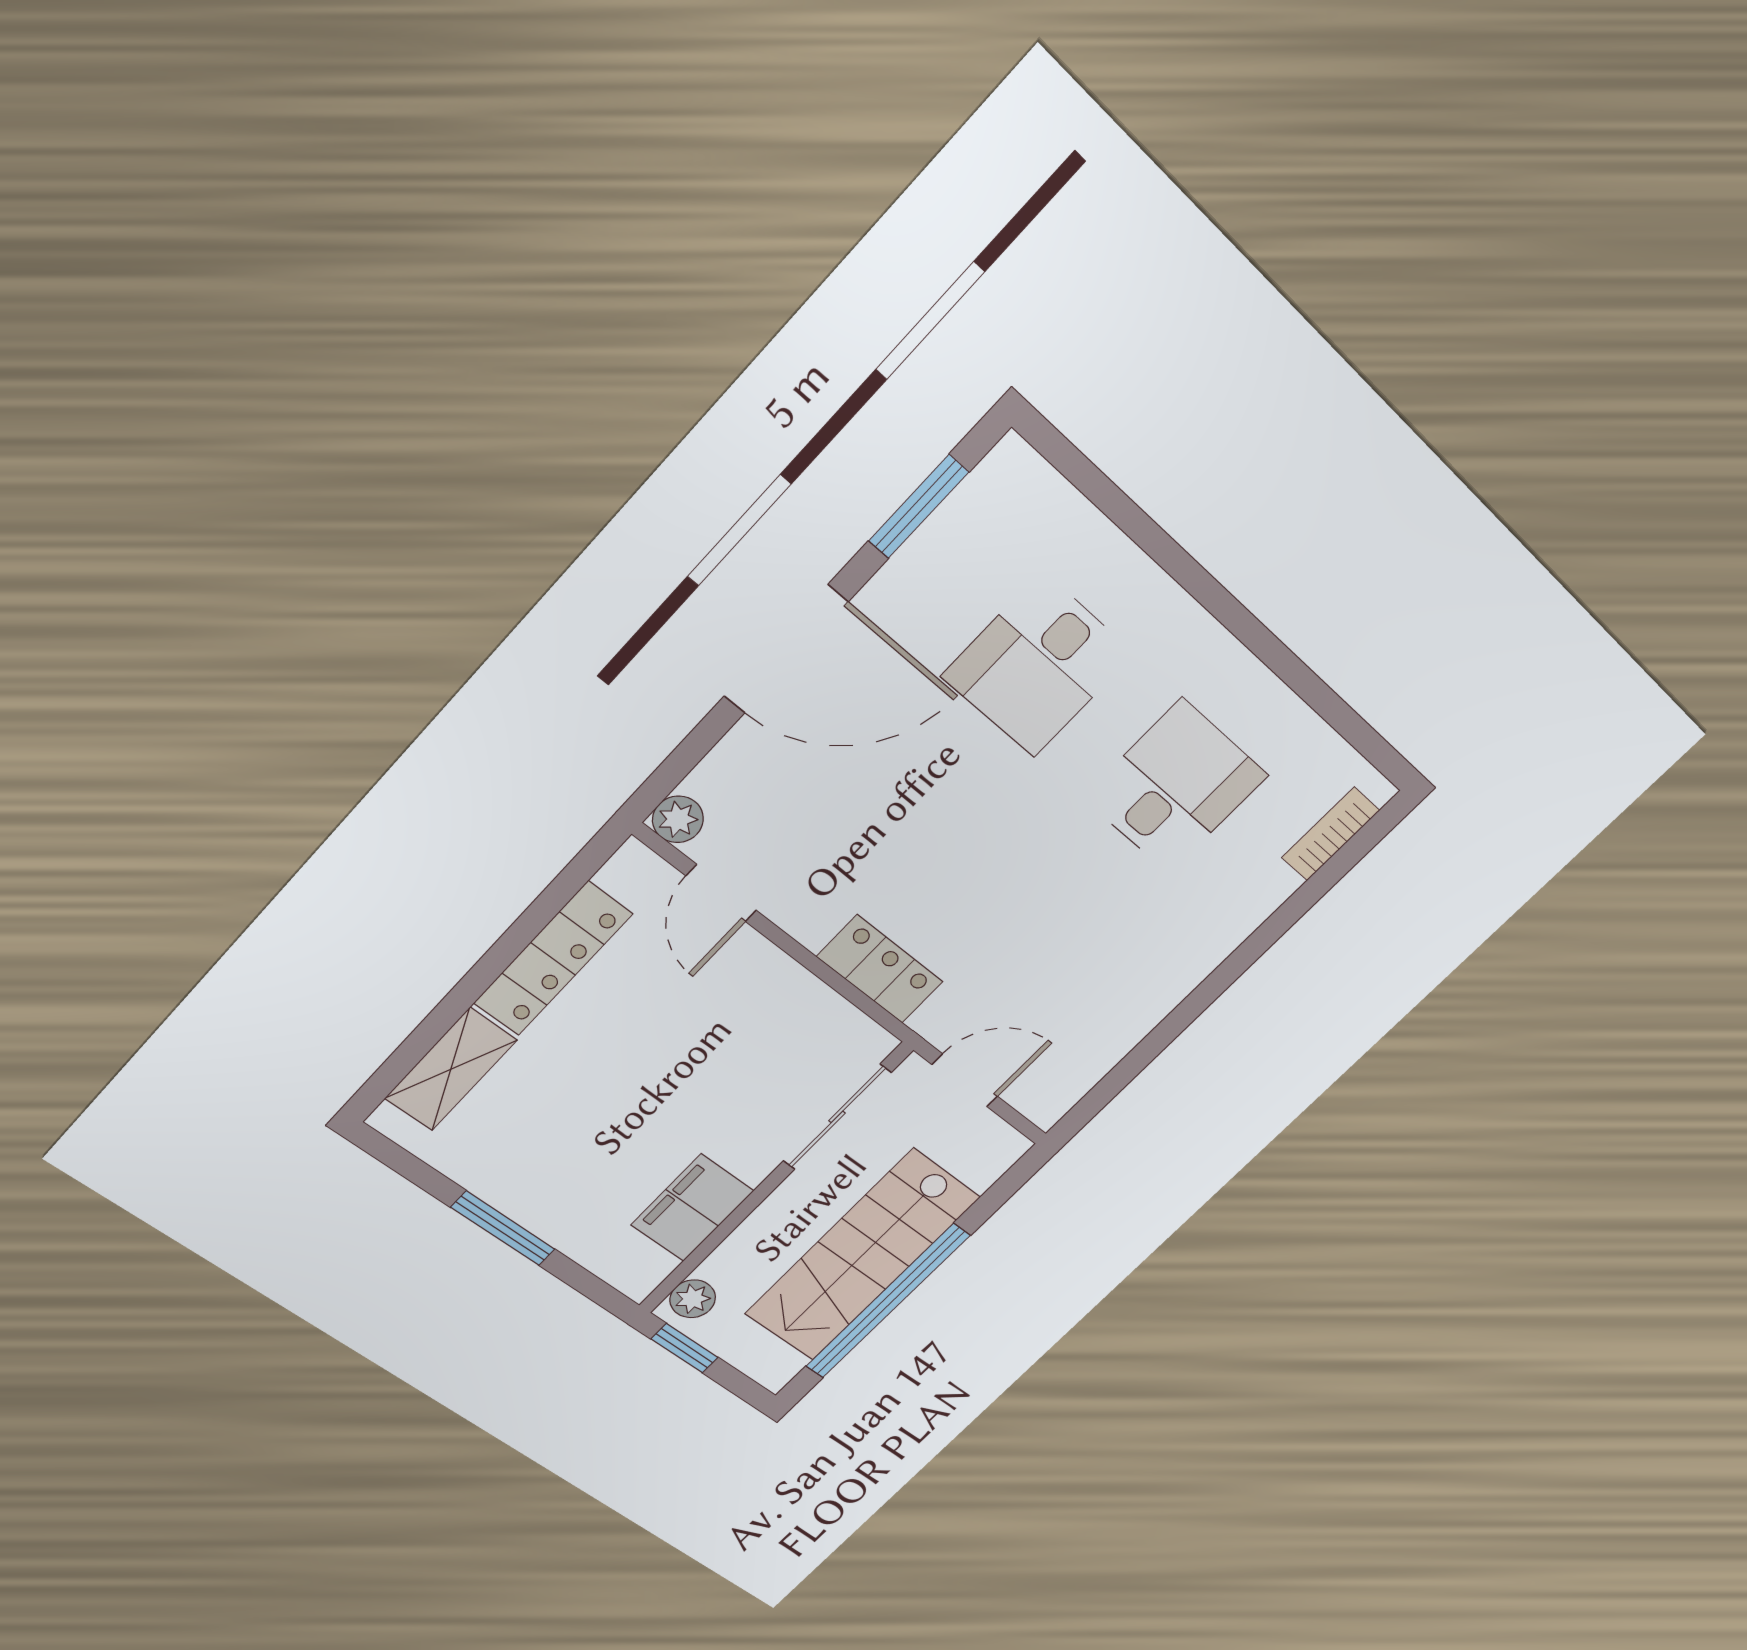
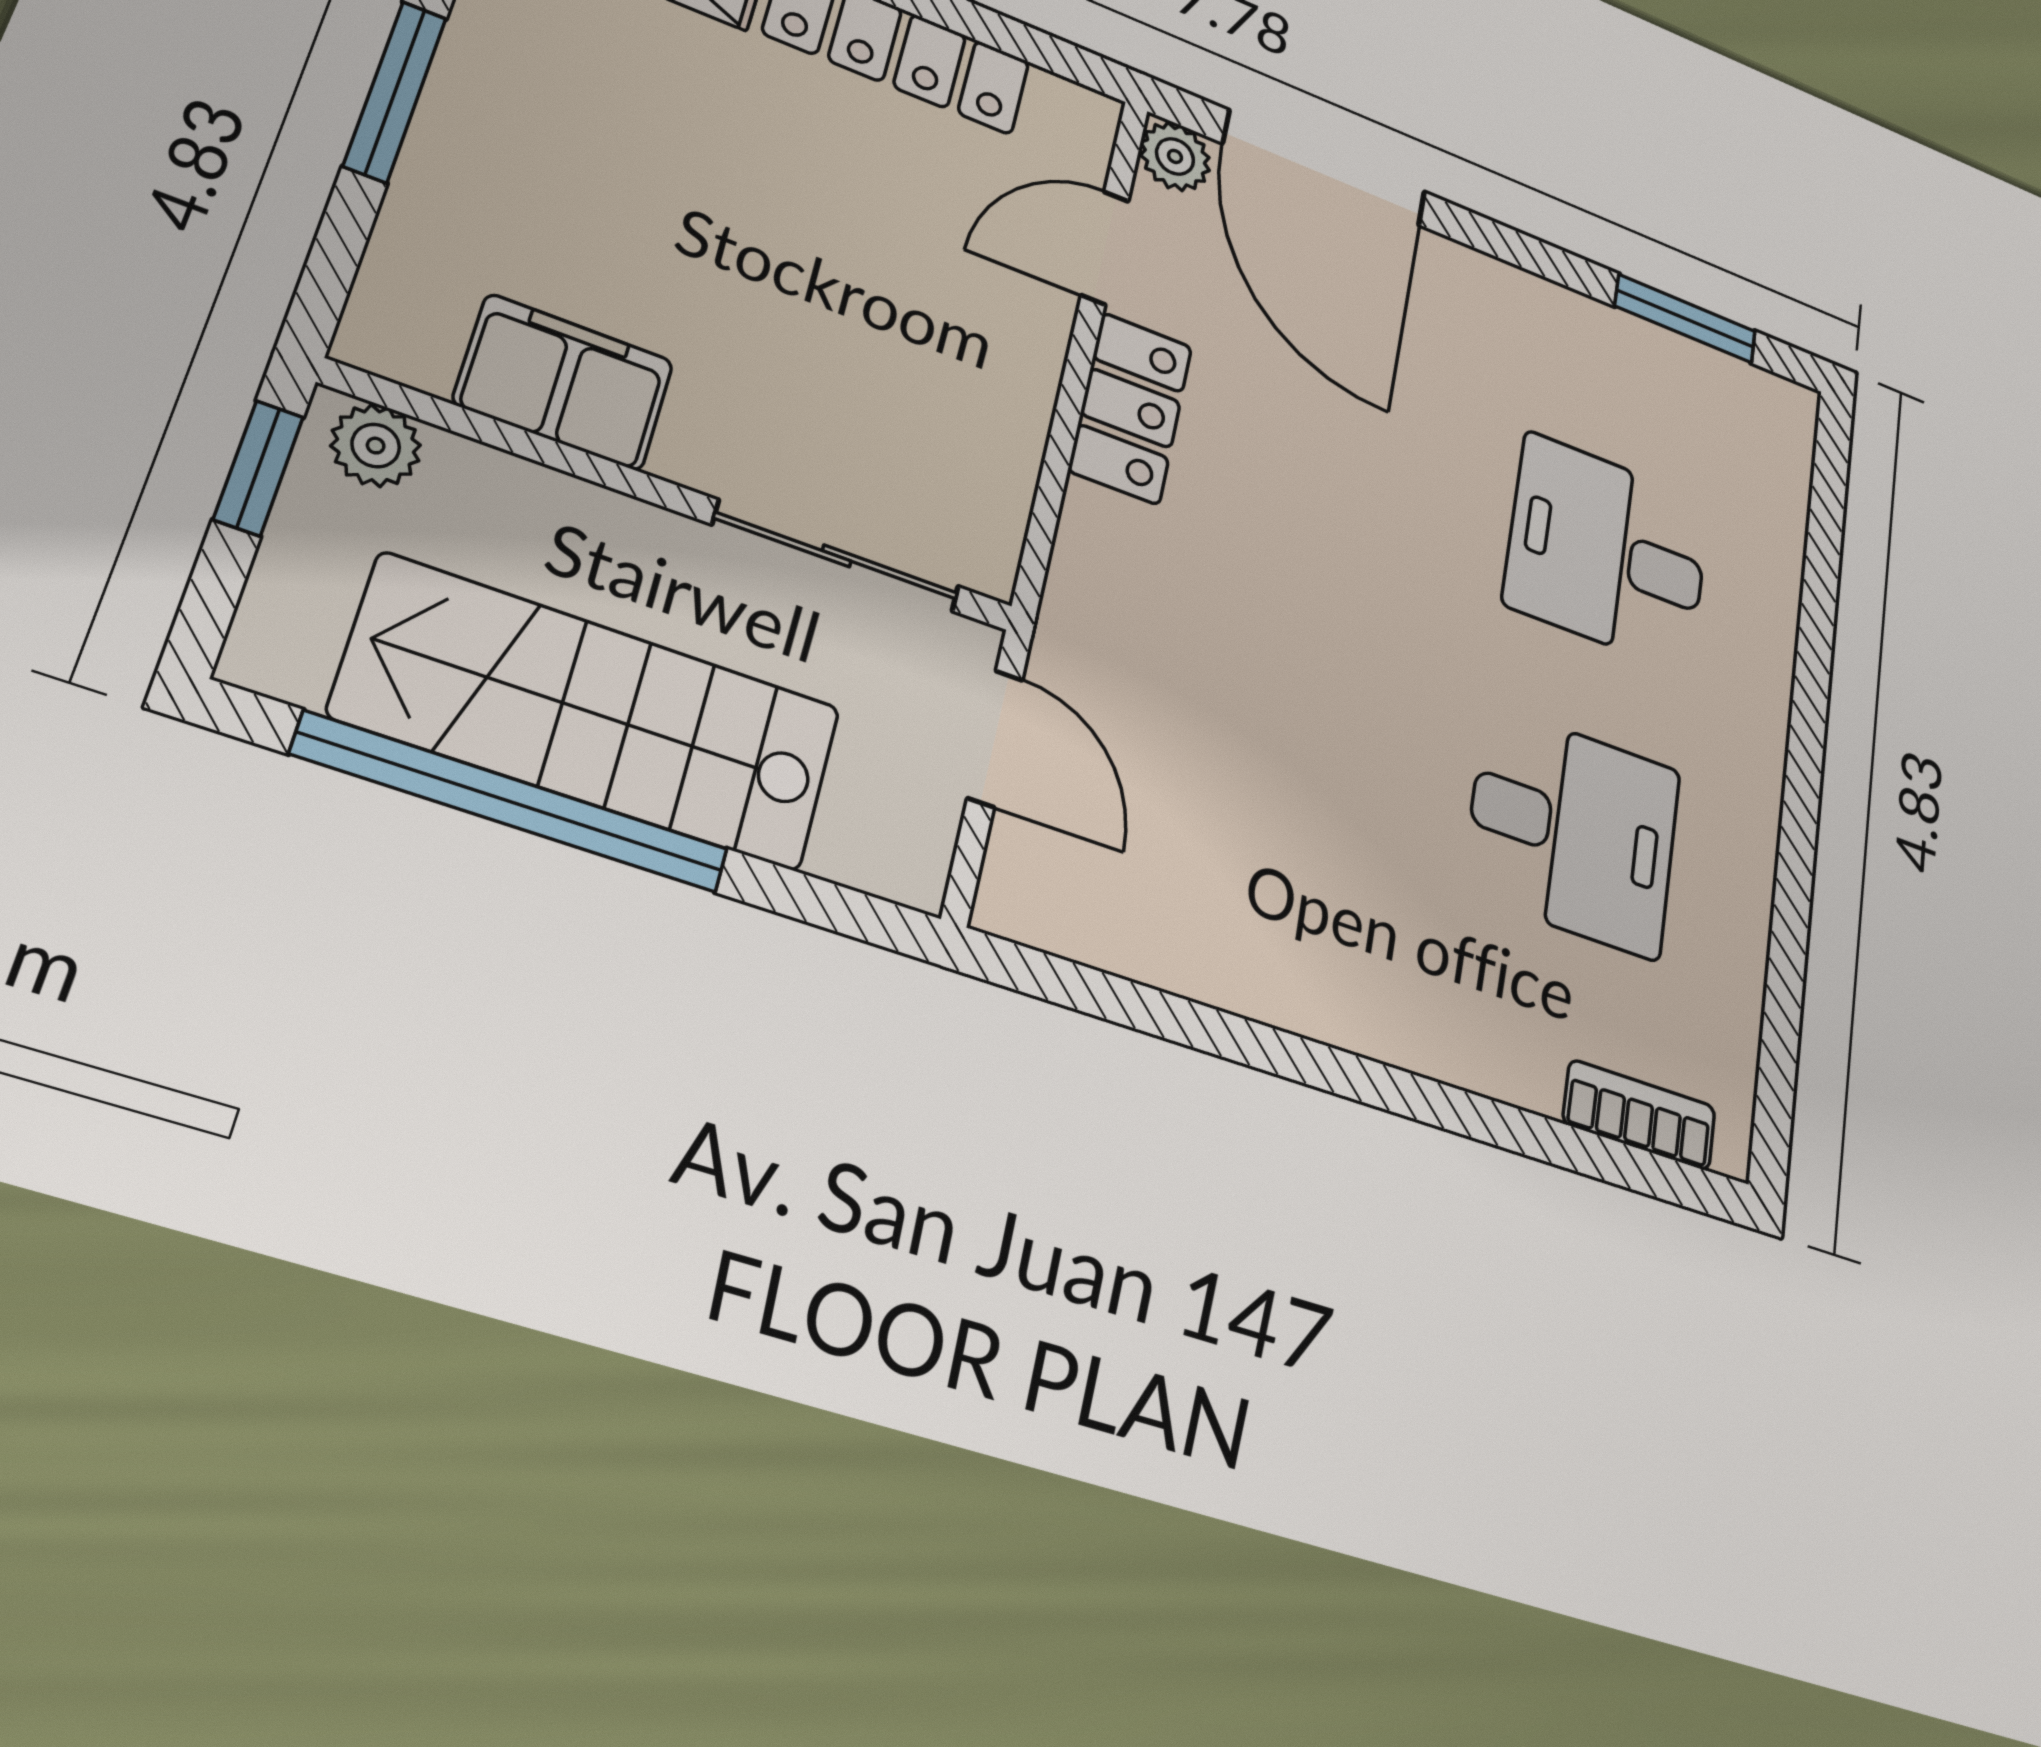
door: (786, 649) -> (1325, 168), moved
locker: (880, 969) -> (1131, 408), moved

